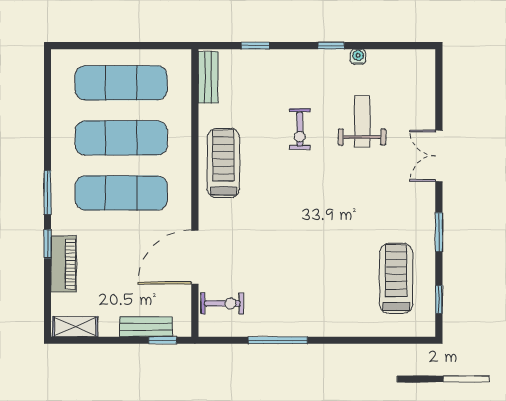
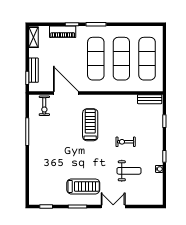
treadmill: (223, 163) -> (90, 125), moved, turned -90
treadmill: (396, 278) -> (83, 186), moved

